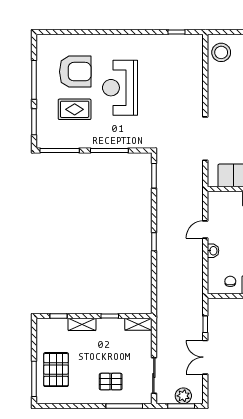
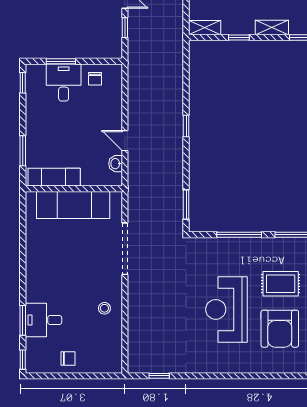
stool: (221, 52) -> (104, 308), moved, width x0.53, depth x0.53
armchair: (75, 72) -> (280, 329), turned -90
reception desk: (120, 88) -> (226, 309), turned 180
door: (205, 229) -> (125, 141), swing flipped
washbasin: (213, 251) -> (116, 164), moved

